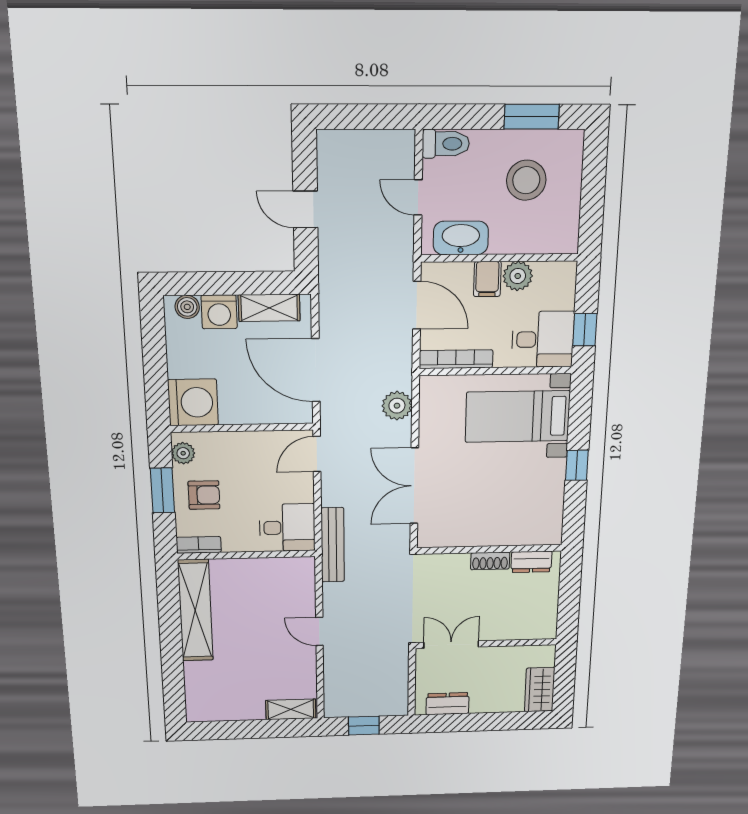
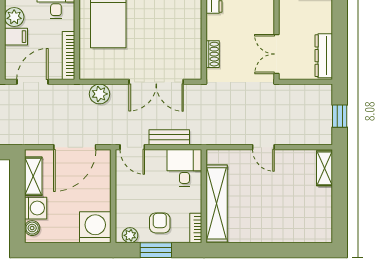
bench: (333, 545) -> (169, 137), moved, width x0.73
shoe rack: (490, 561) -> (213, 54), moved
shelving: (195, 610) -> (217, 203), moved, turned 90
door: (319, 631) -> (263, 147), hinge flipped
dresser: (447, 704) -> (324, 56), width x1.44

